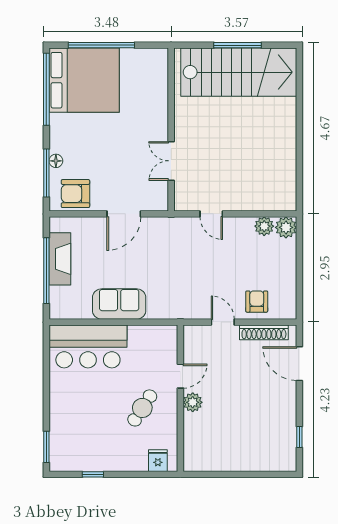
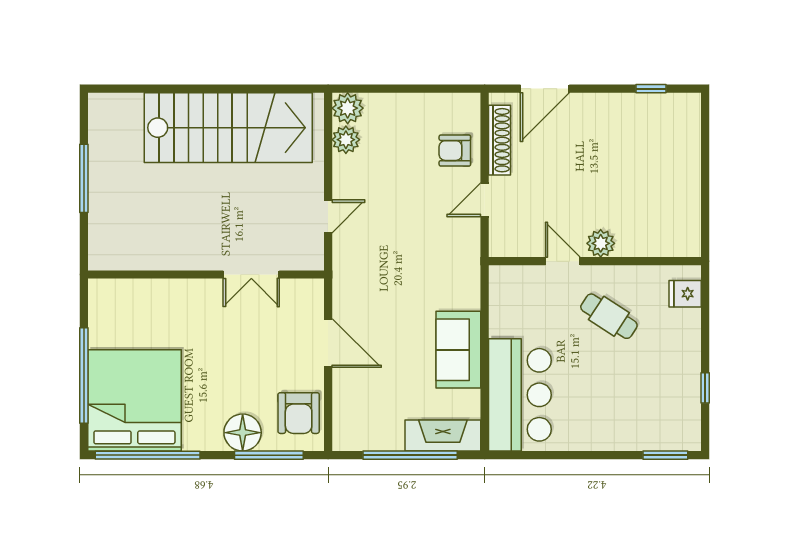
stairs: (239, 72) -> (228, 128), moved, turned 90
floor lamp: (56, 161) -> (243, 433), width x1.89, depth x1.89
fireplace: (60, 259) -> (443, 435), moved

